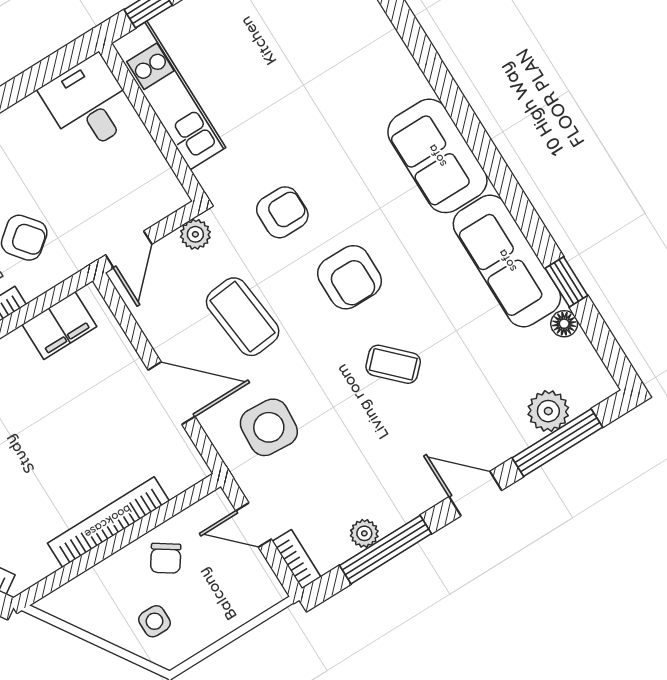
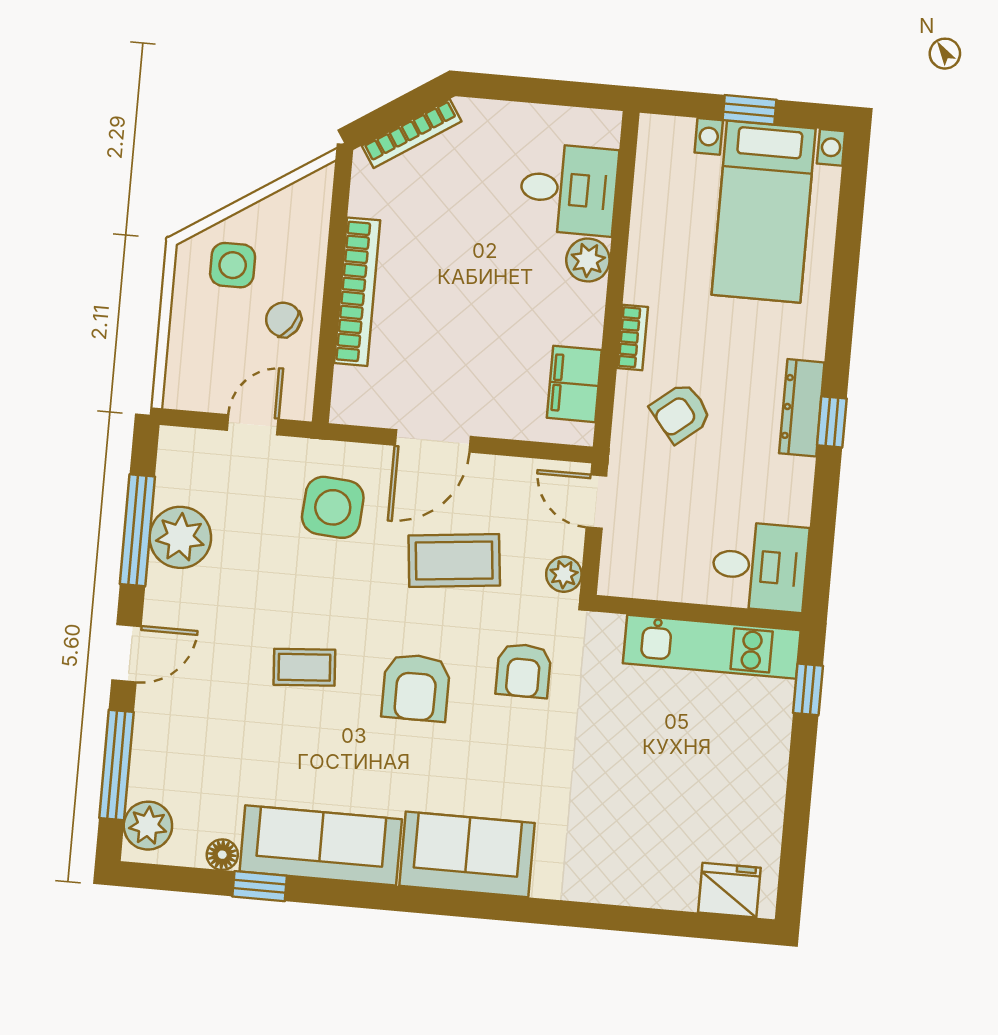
armchair: (350, 277) -> (416, 688), turned -90
coffee table: (393, 364) -> (304, 667), turned 41
plant: (548, 411) -> (148, 826), moved
plant: (364, 533) -> (180, 537), width x1.87, depth x1.87
bookcase: (297, 559) -> (191, 441), removed
side table: (154, 621) -> (233, 265), width x1.37, depth x1.37

